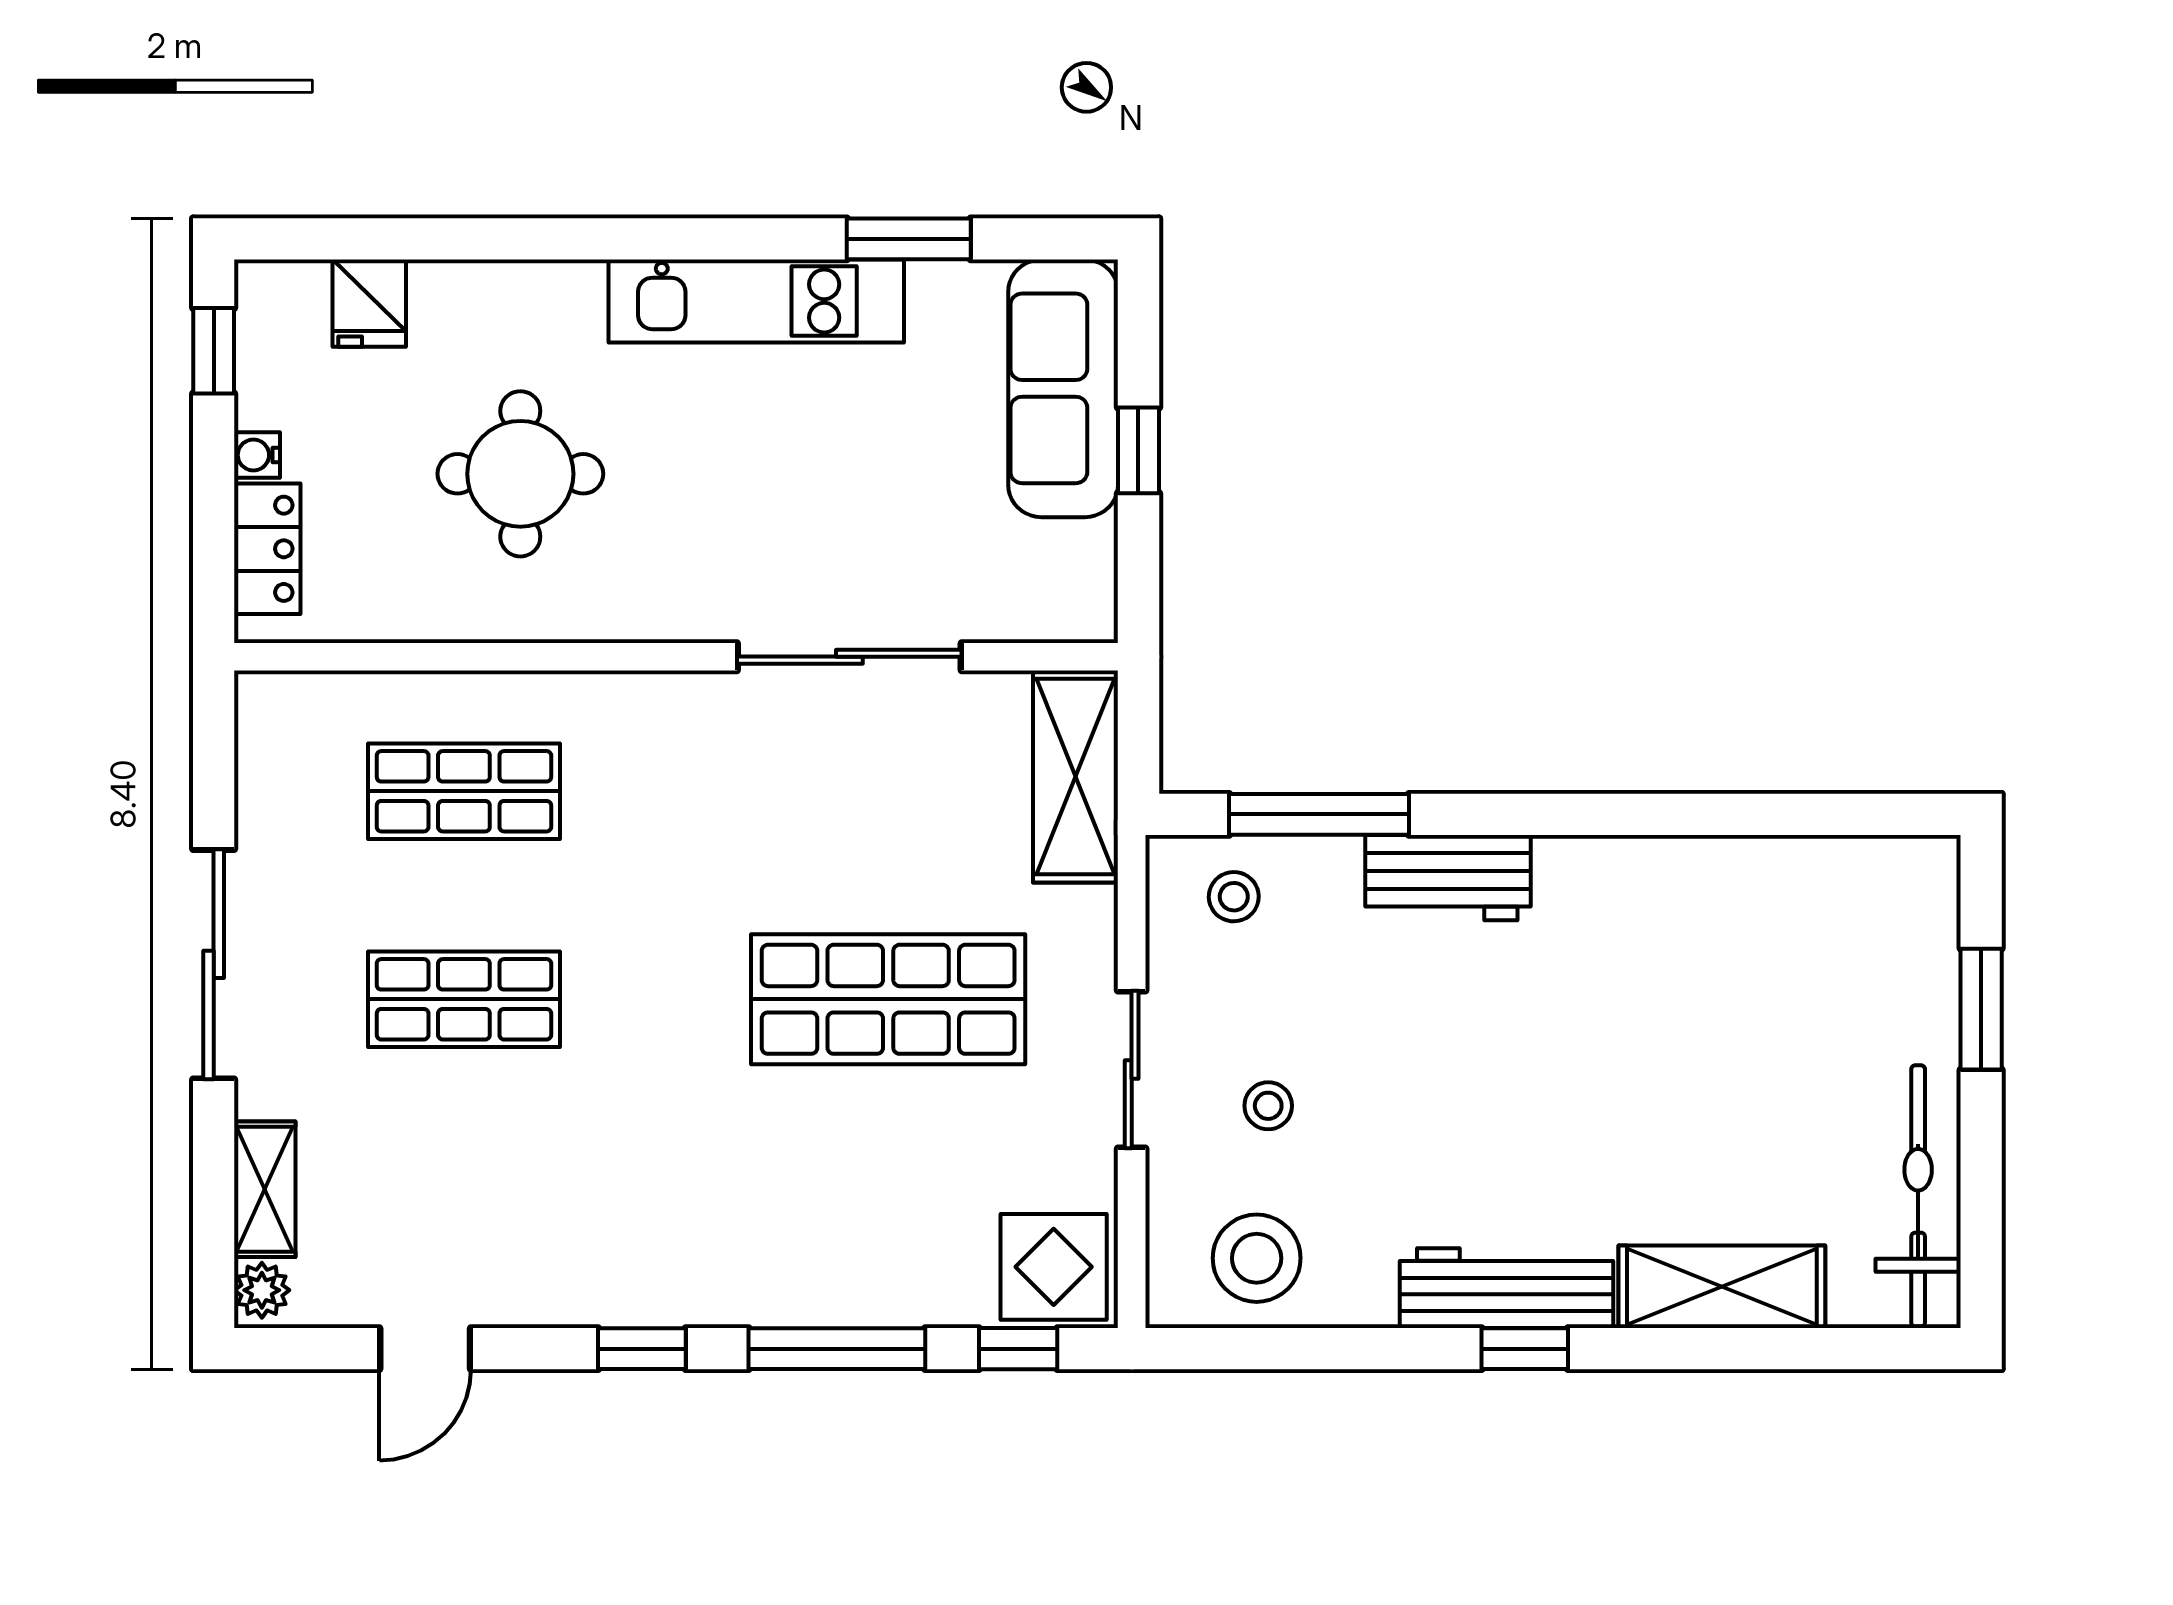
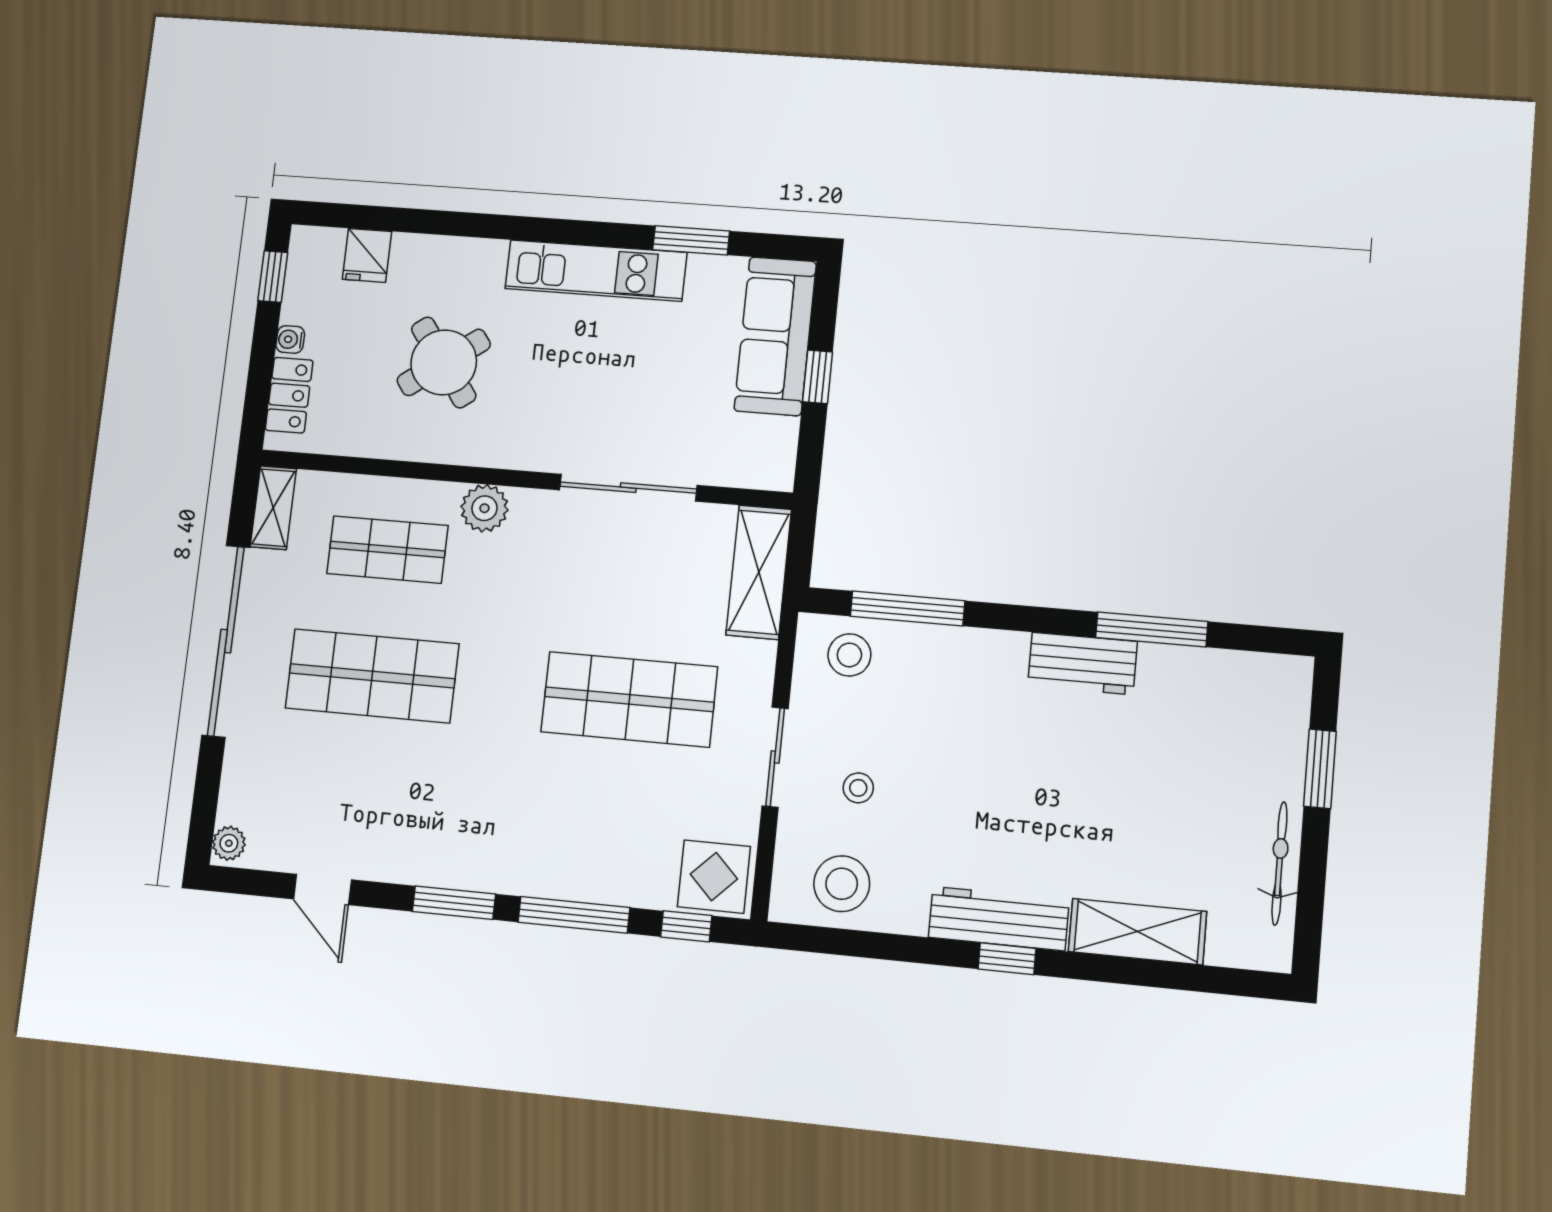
round table: (520, 474) -> (444, 362), turned -36
plant: (617, 710) -> (485, 508), added
window: (1706, 814) -> (1152, 630), added
workbench: (1448, 878) -> (1082, 663), moved
stool: (1234, 897) -> (849, 655), width x1.37, depth x1.37
sliding door: (214, 964) -> (226, 641), width x1.36
shop shelf: (464, 999) -> (372, 676), width x1.43, depth x1.36
shelving: (265, 1189) -> (273, 508), moved
bicycle: (1918, 1196) -> (1279, 863), width x0.73, depth x0.71
door: (425, 1349) -> (322, 889), hinge flipped
window: (642, 1349) -> (454, 903), width x1.50

